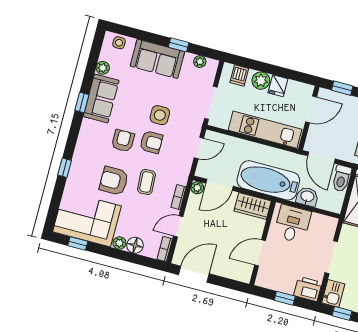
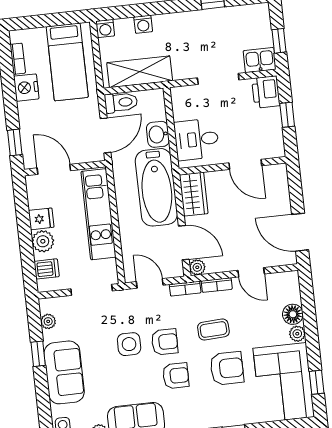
armchair: (123, 141) -> (176, 376), turned 180
armchair: (151, 142) -> (165, 342), turned 90
armchair: (114, 181) -> (227, 368), turned -90
bookcase: (165, 249) -> (185, 289), moved

